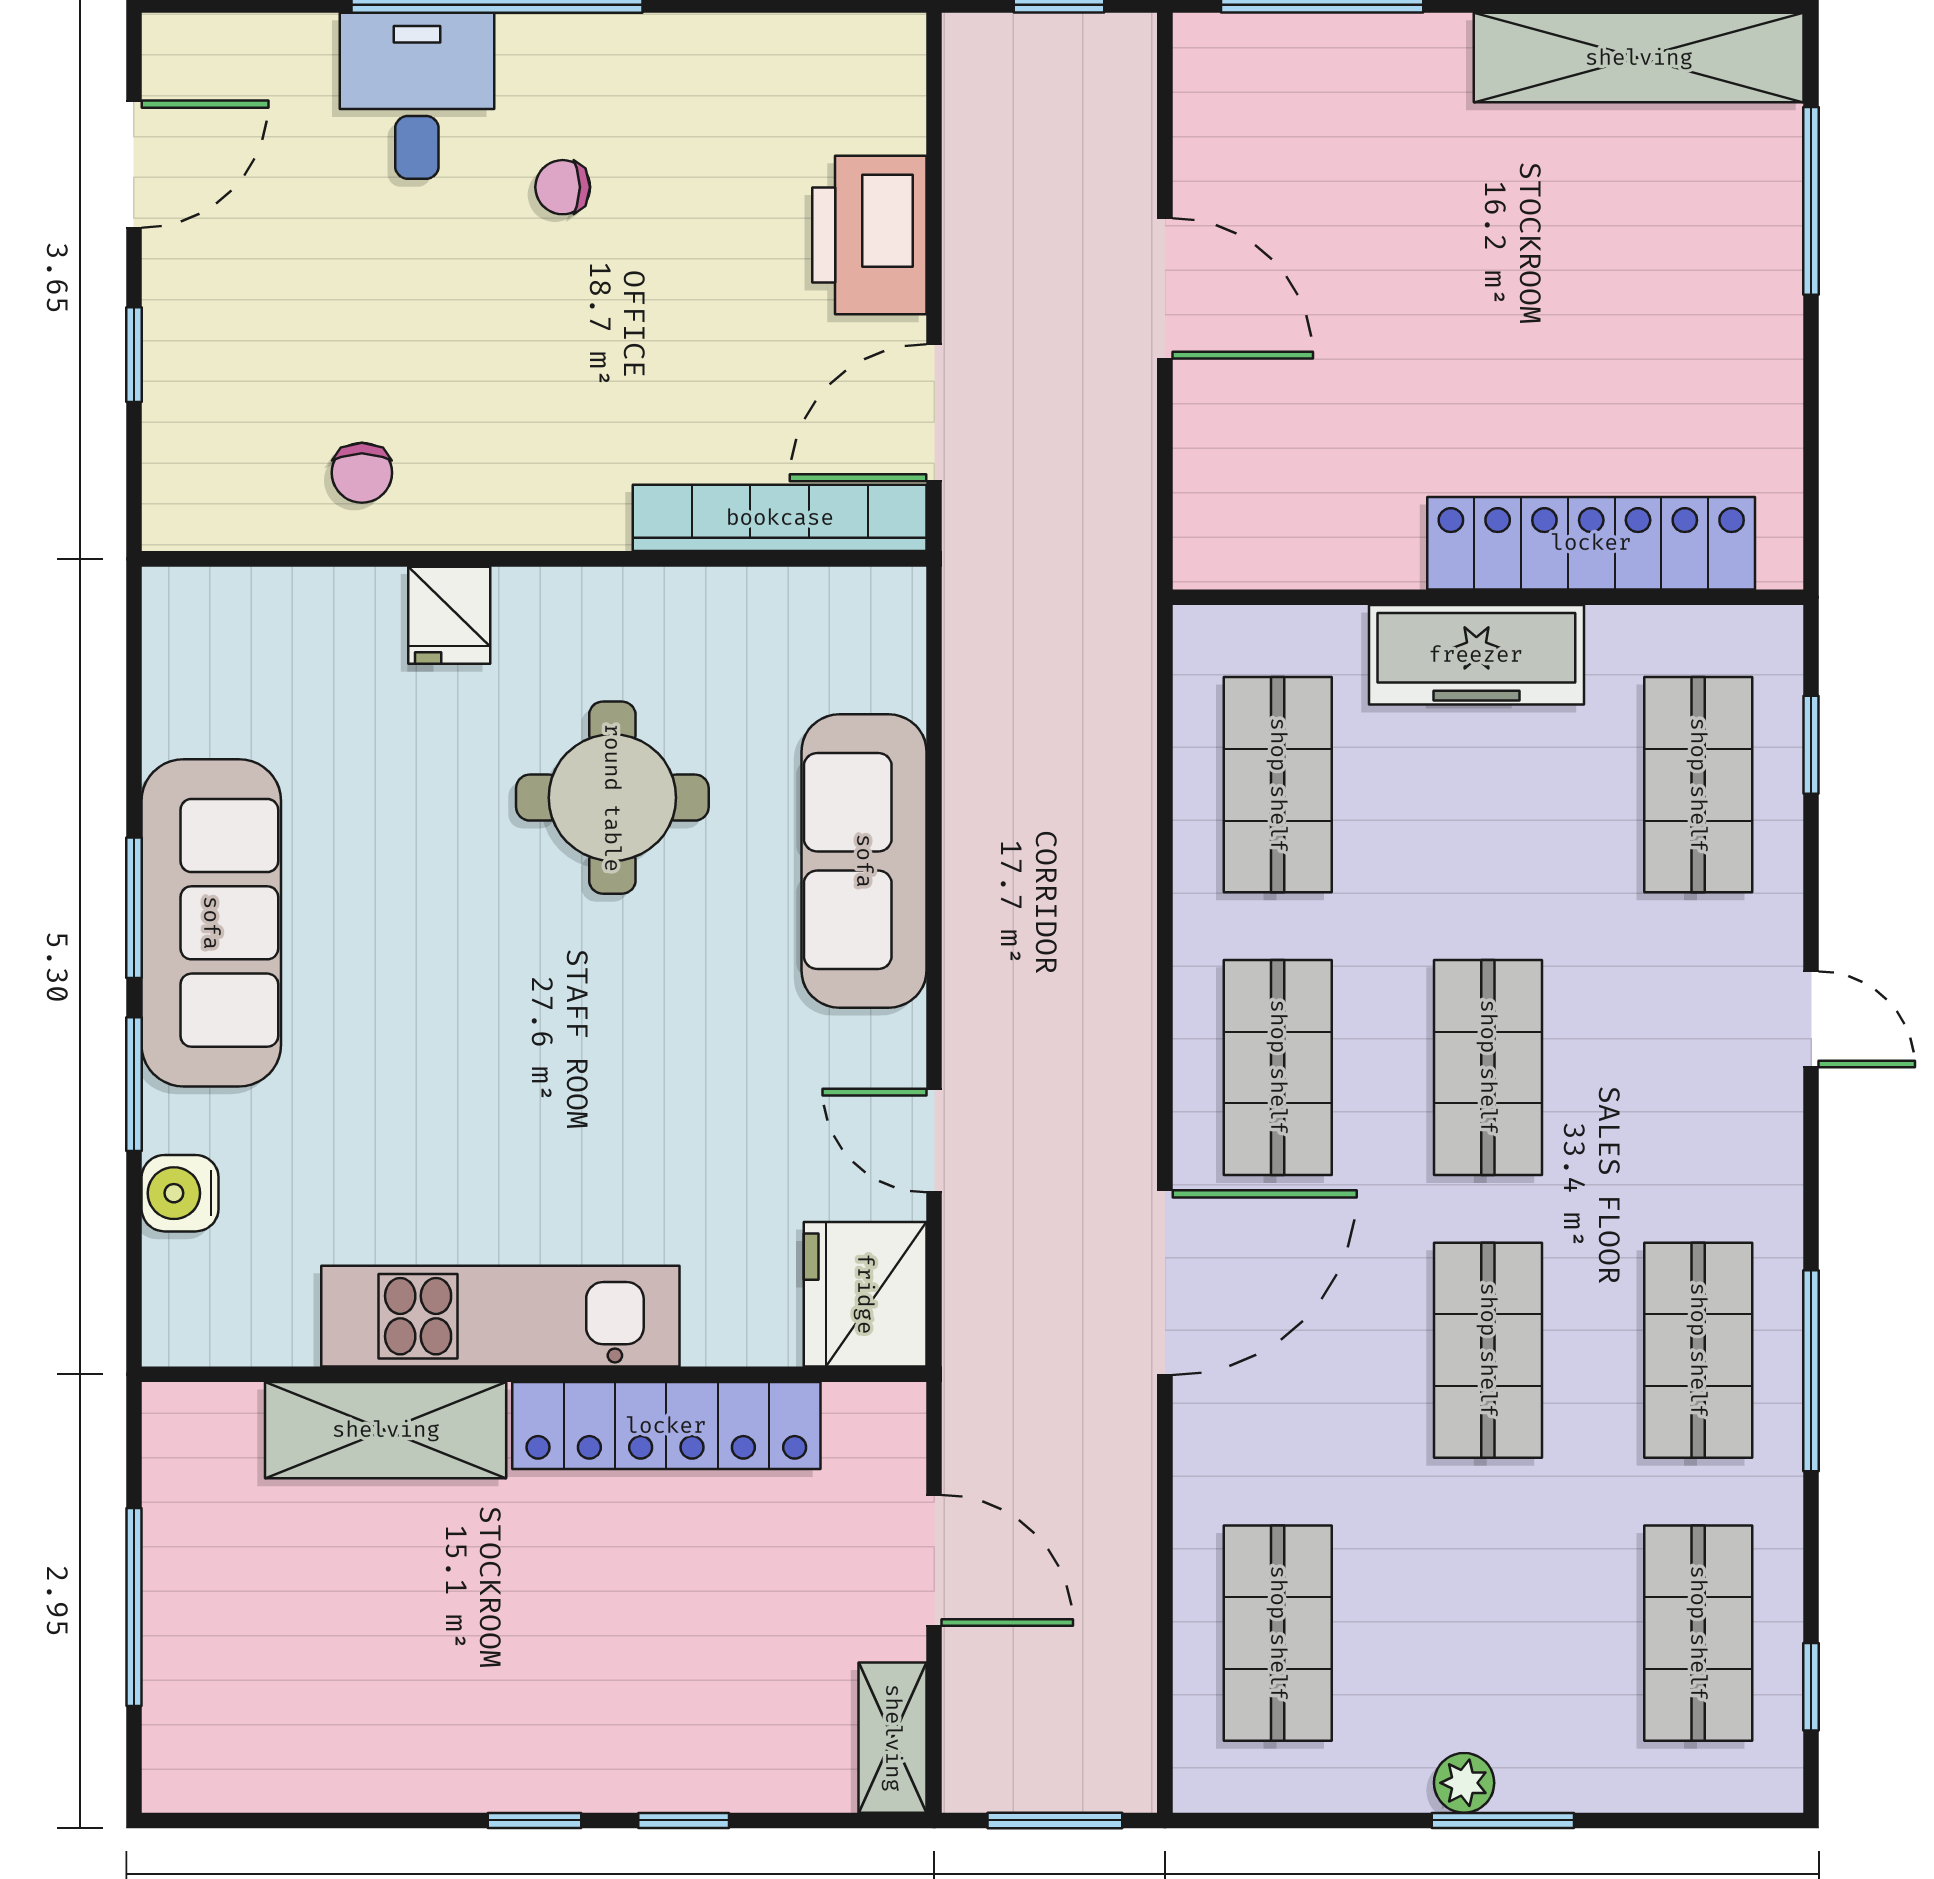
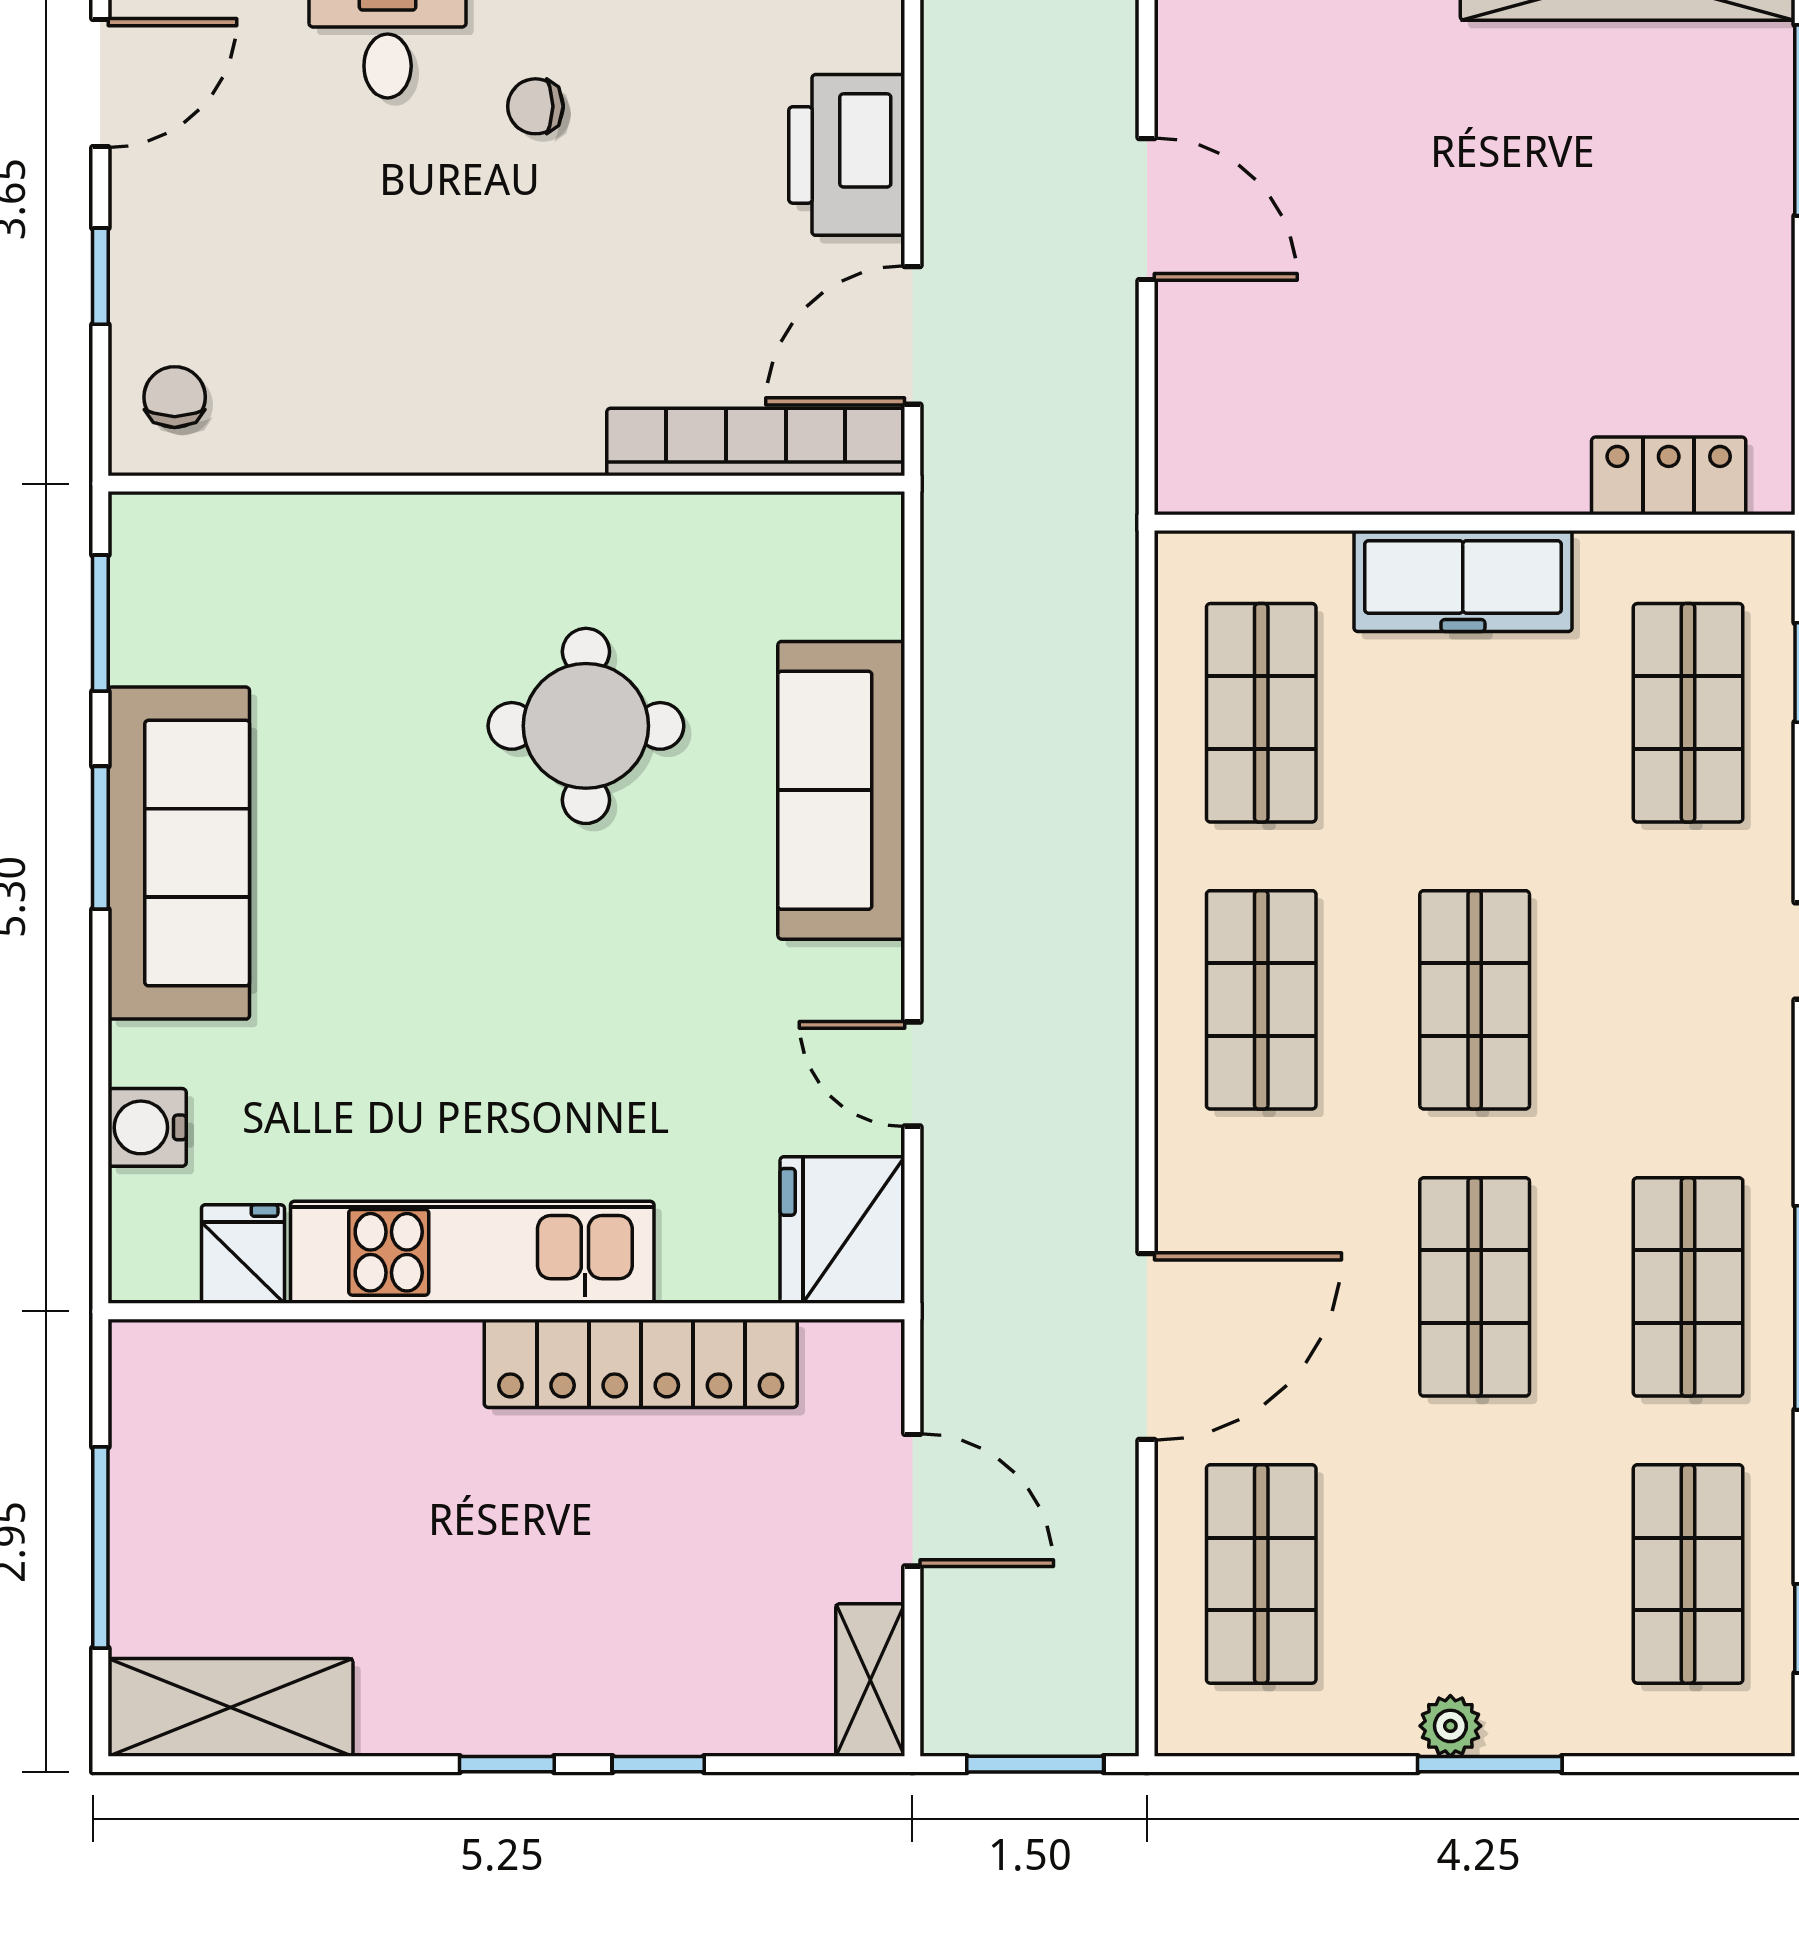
chair: (362, 473) -> (175, 397), moved, turned 180
locker: (1591, 543) -> (1669, 476), width x0.46, depth x0.83
fridge: (449, 615) -> (243, 1254), moved, turned 180
window: (134, 1084) -> (100, 623), moved
door: (1165, 1283) -> (1147, 1347), moved
shelving: (386, 1430) -> (230, 1707), moved

